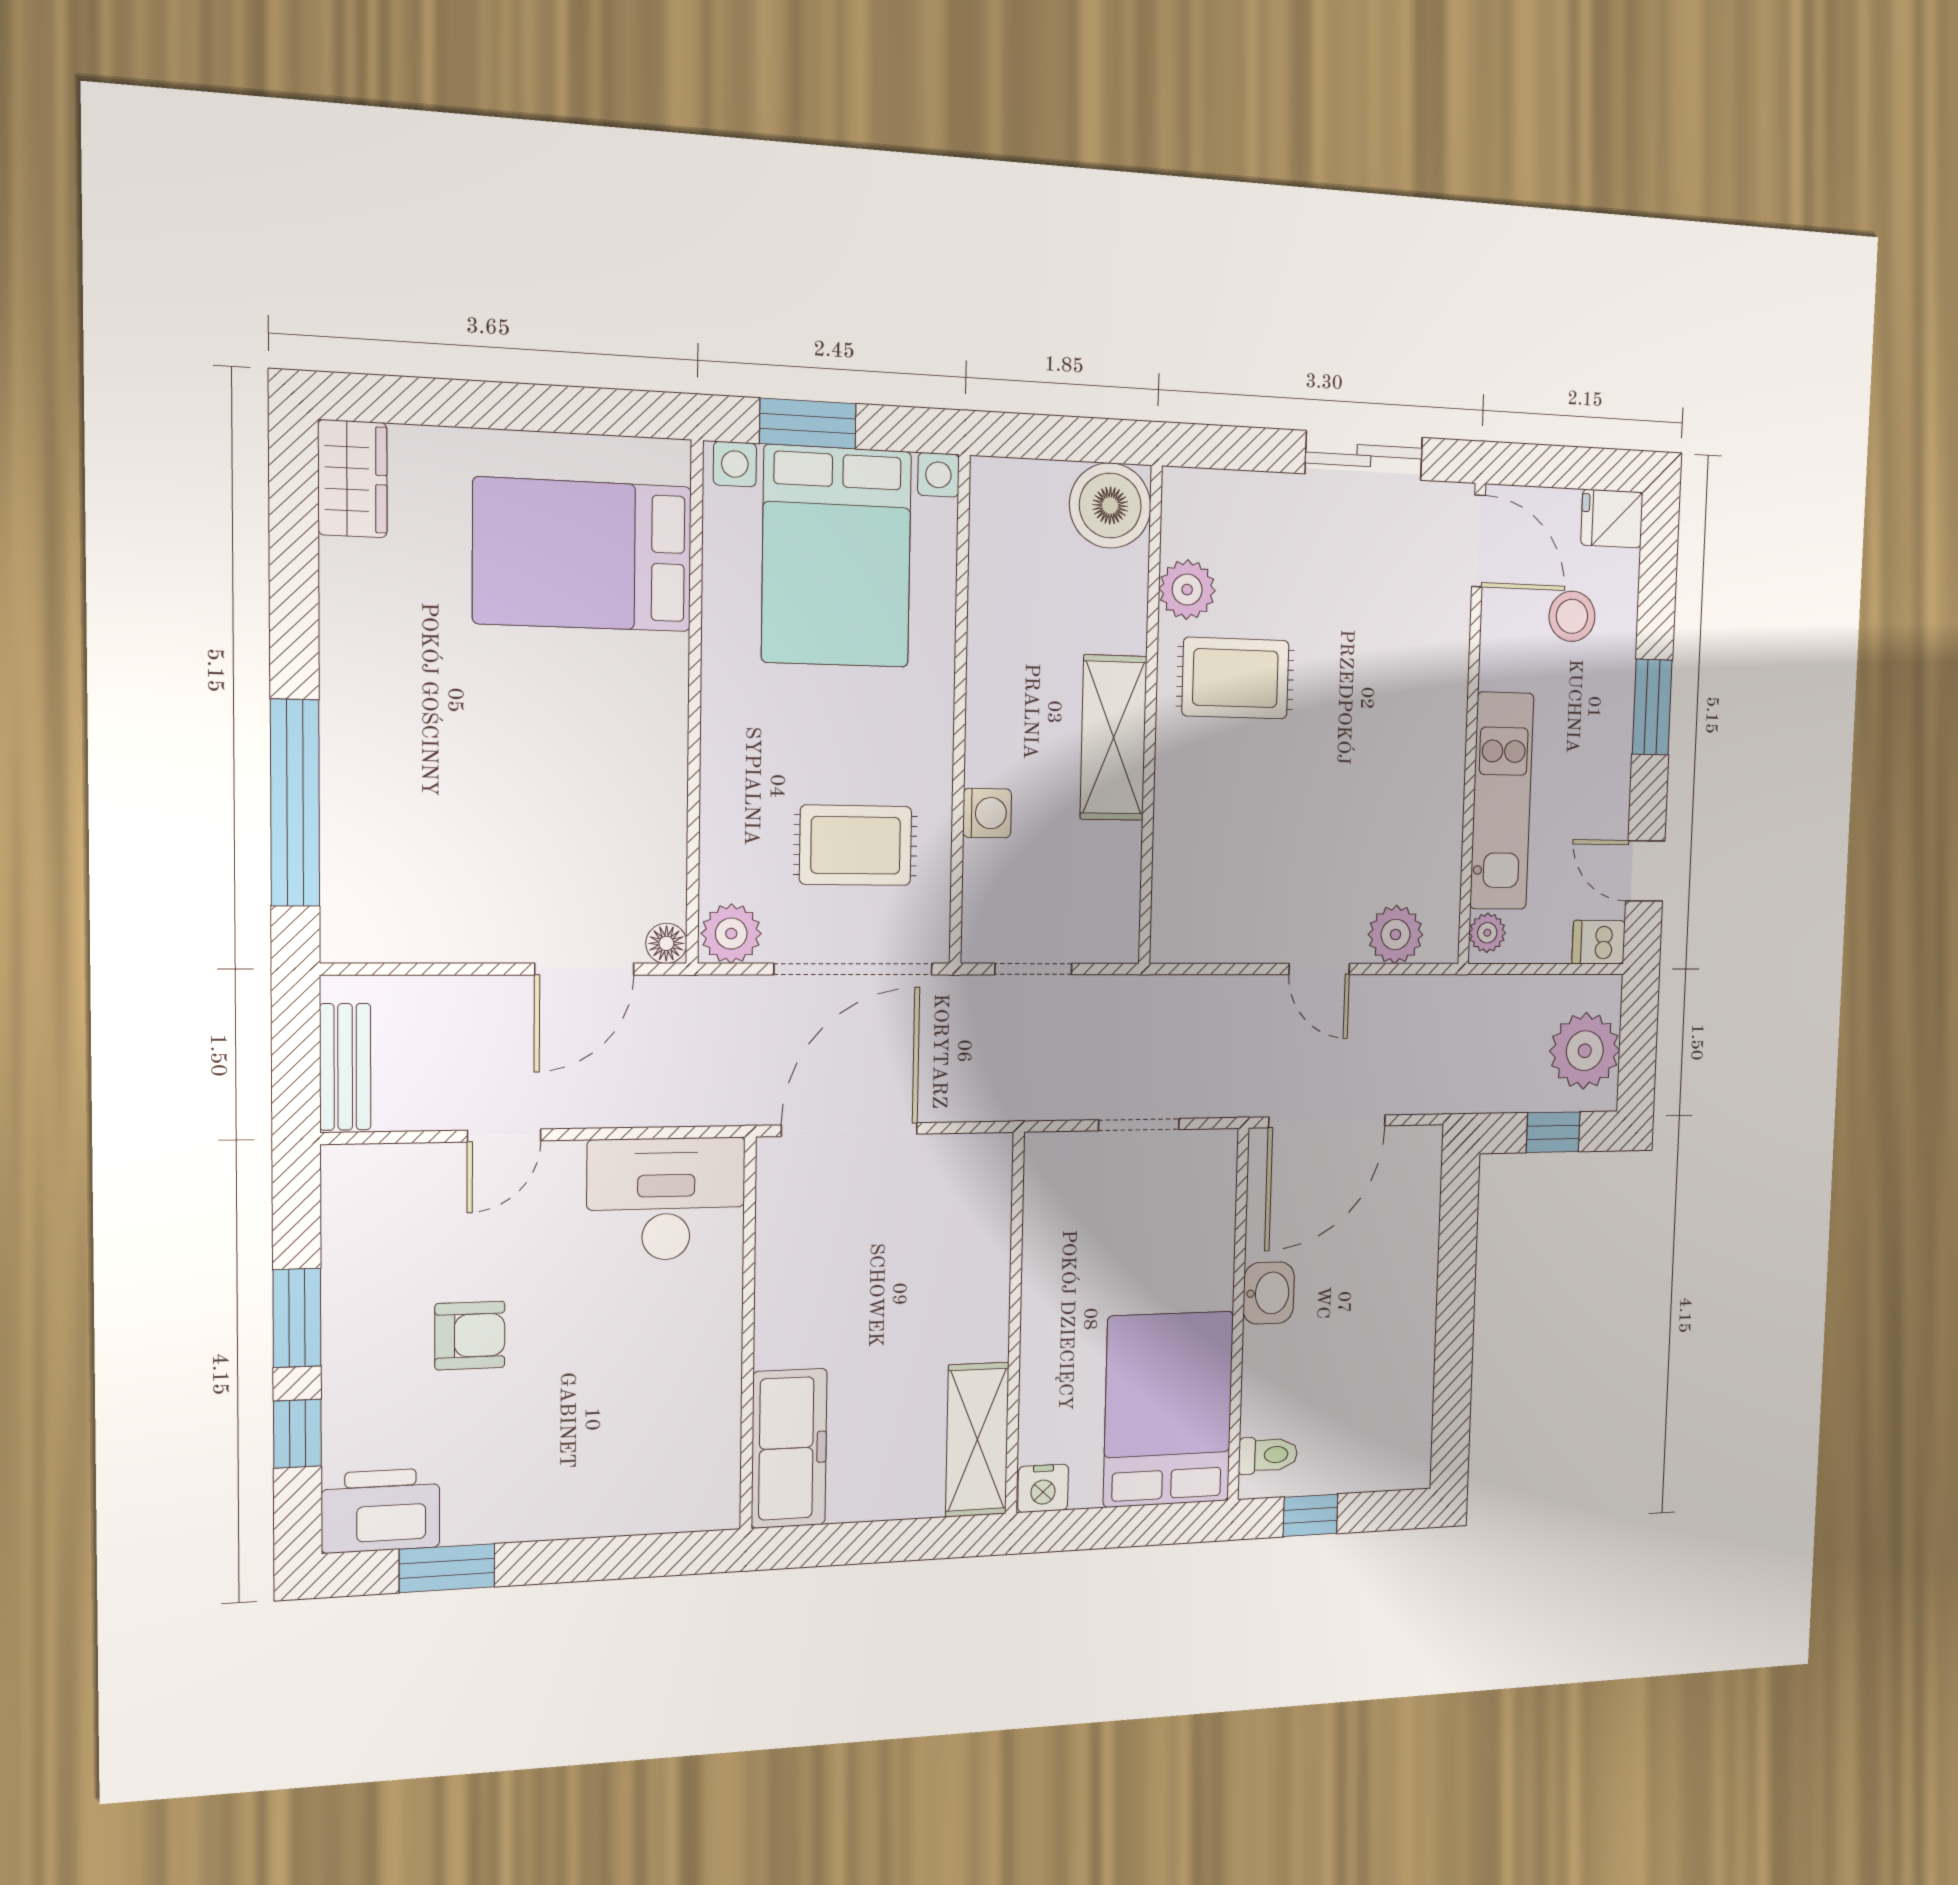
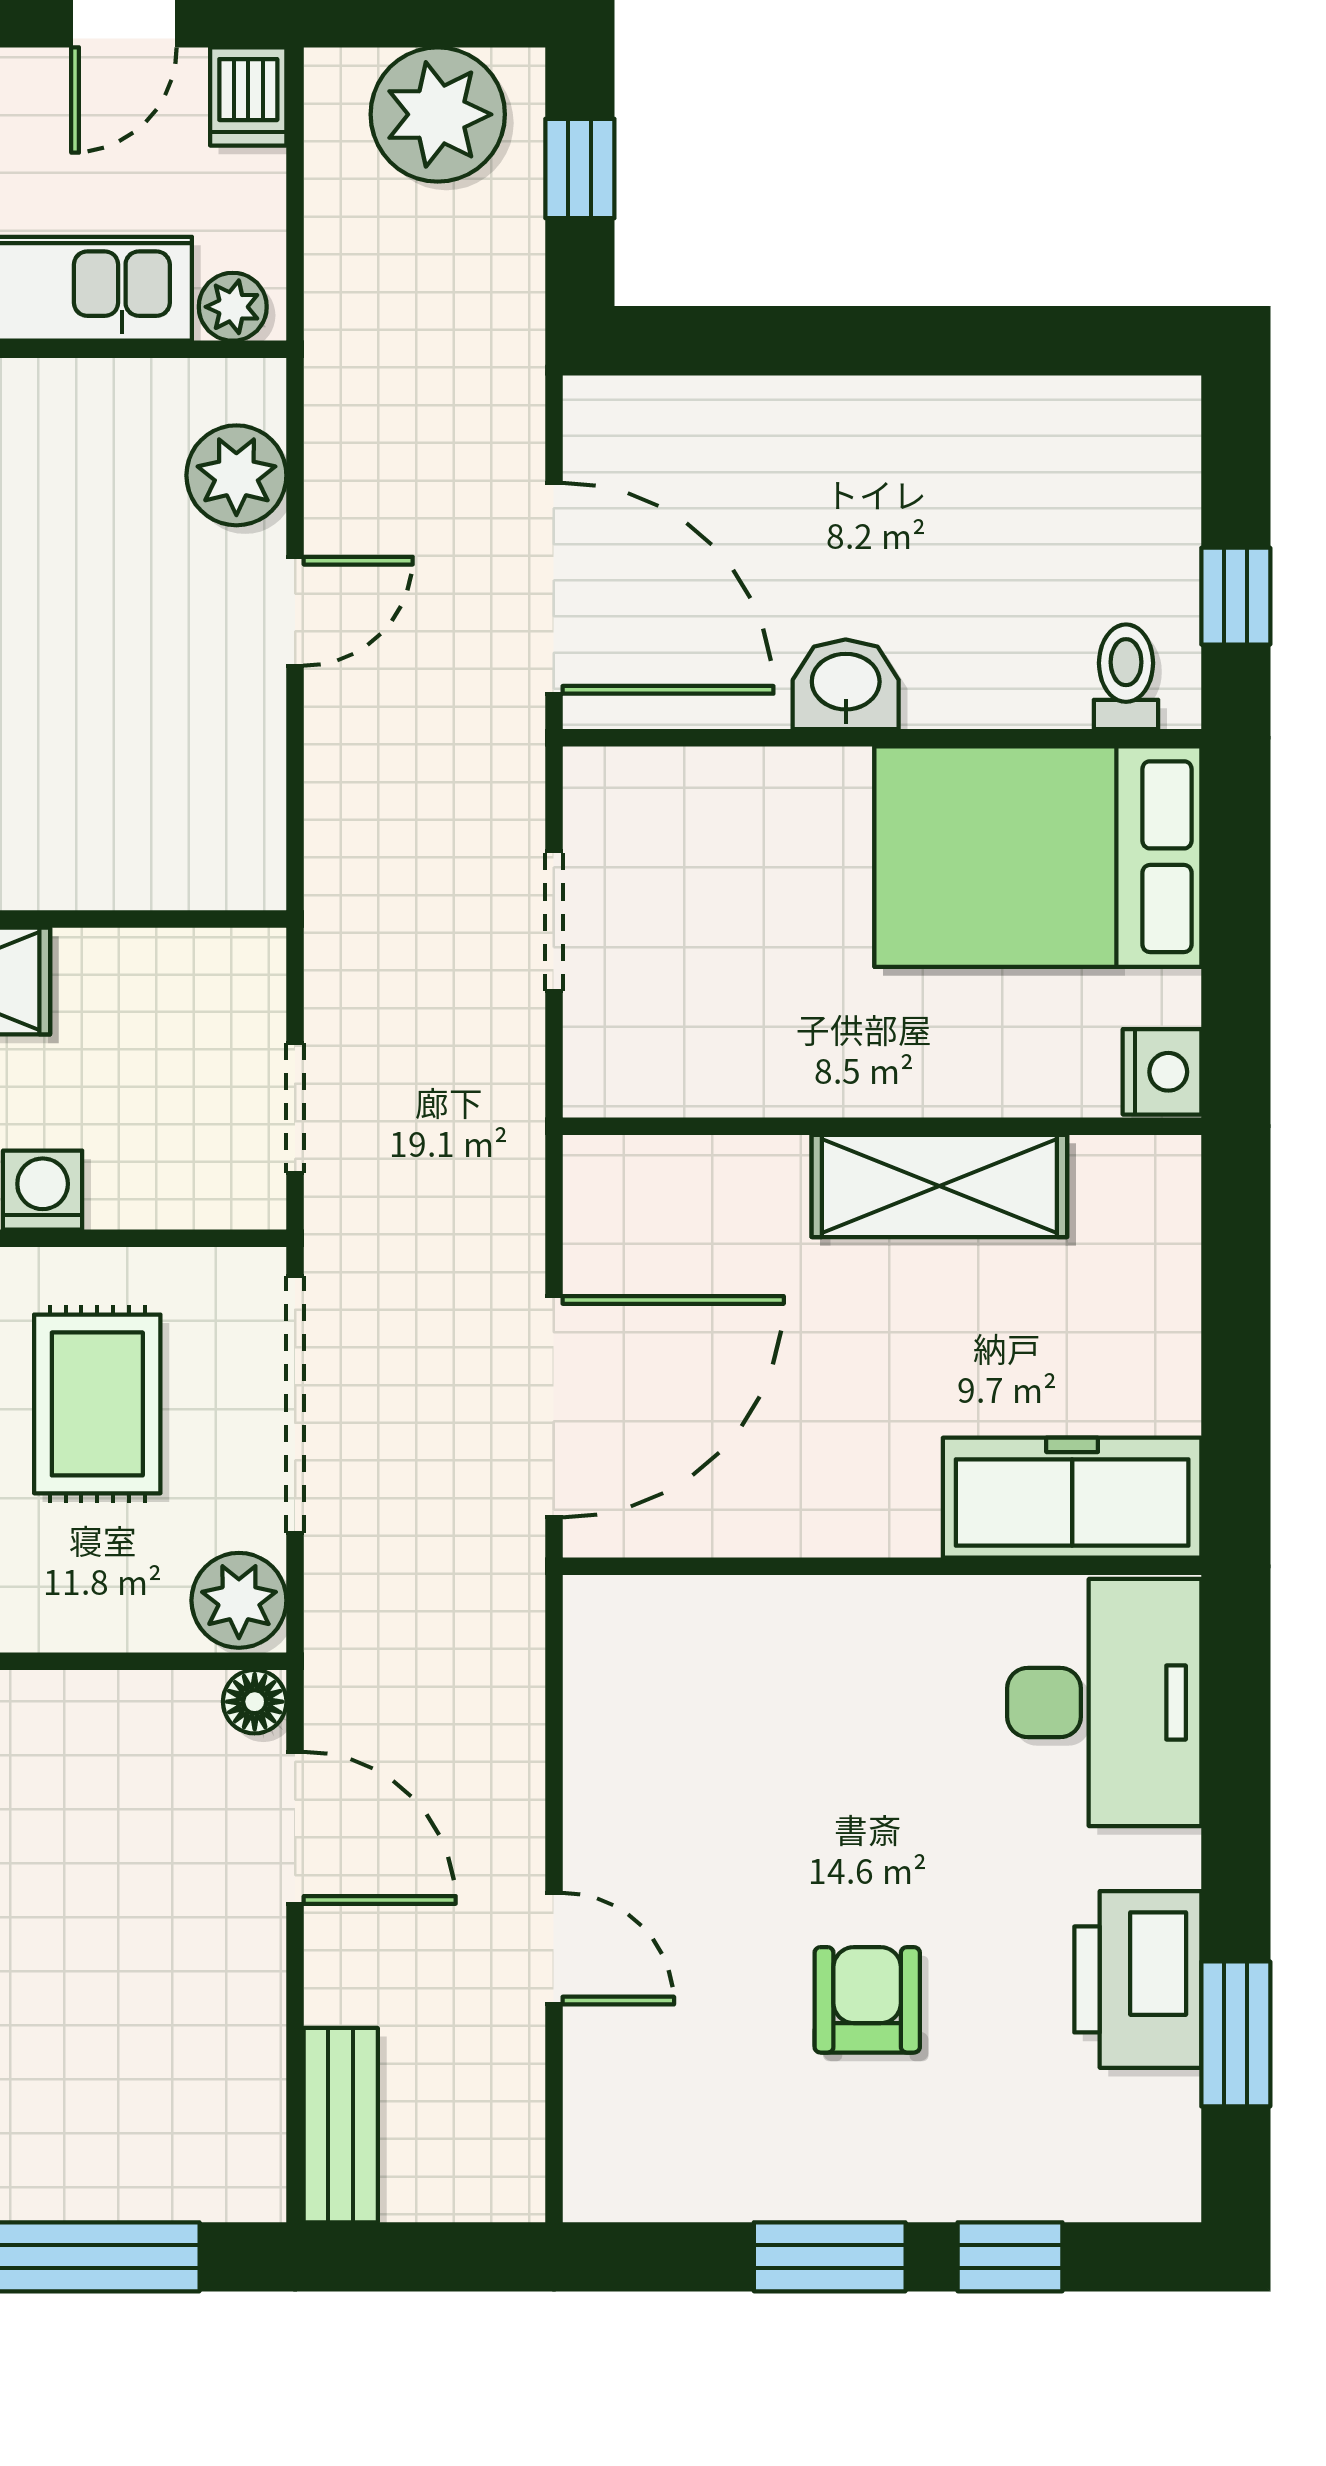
bench: (345, 1067) -> (341, 2125), moved, turned 90
door: (850, 1130) -> (554, 1407), swing flipped
desk: (666, 1199) -> (1104, 1703), moved, turned 180
shelving: (977, 1440) -> (939, 1186), moved
printer: (381, 1511) -> (1138, 1979), moved

